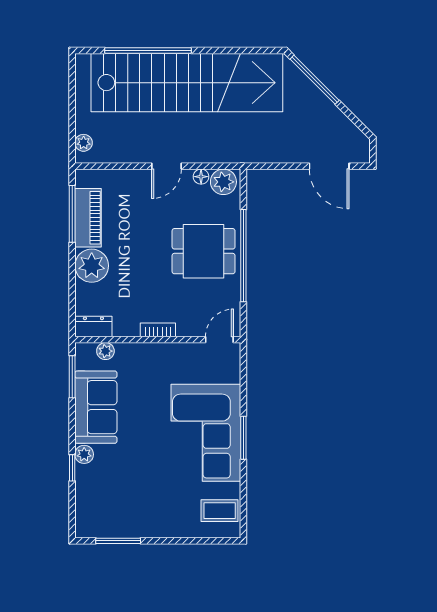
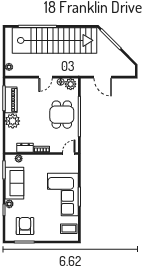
door: (329, 166) -> (103, 77), moved
dining table: (204, 251) -> (62, 115), turned 90
dresser: (93, 326) -> (25, 148), moved
armchair: (120, 505) -> (25, 226), added

